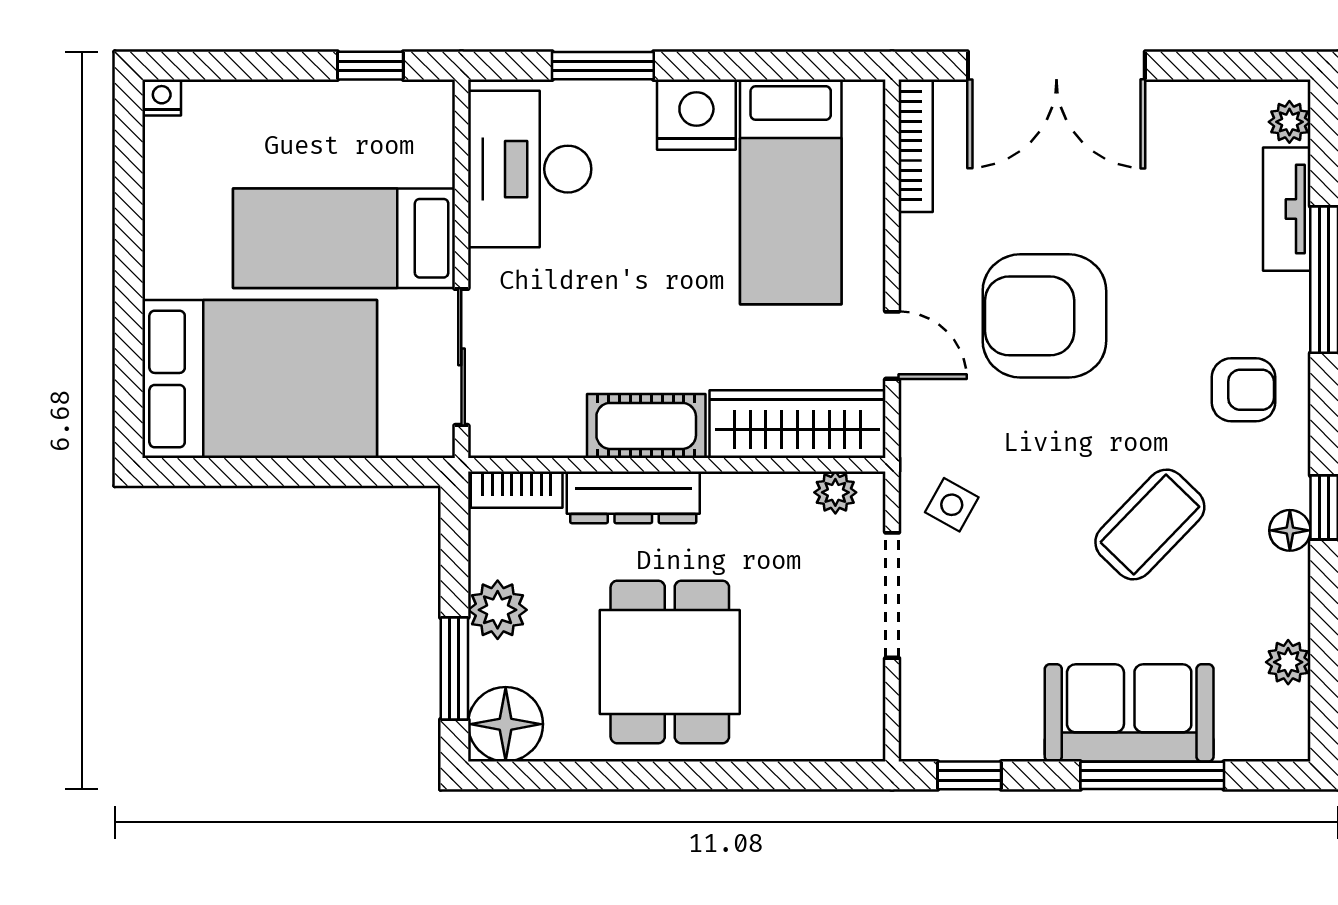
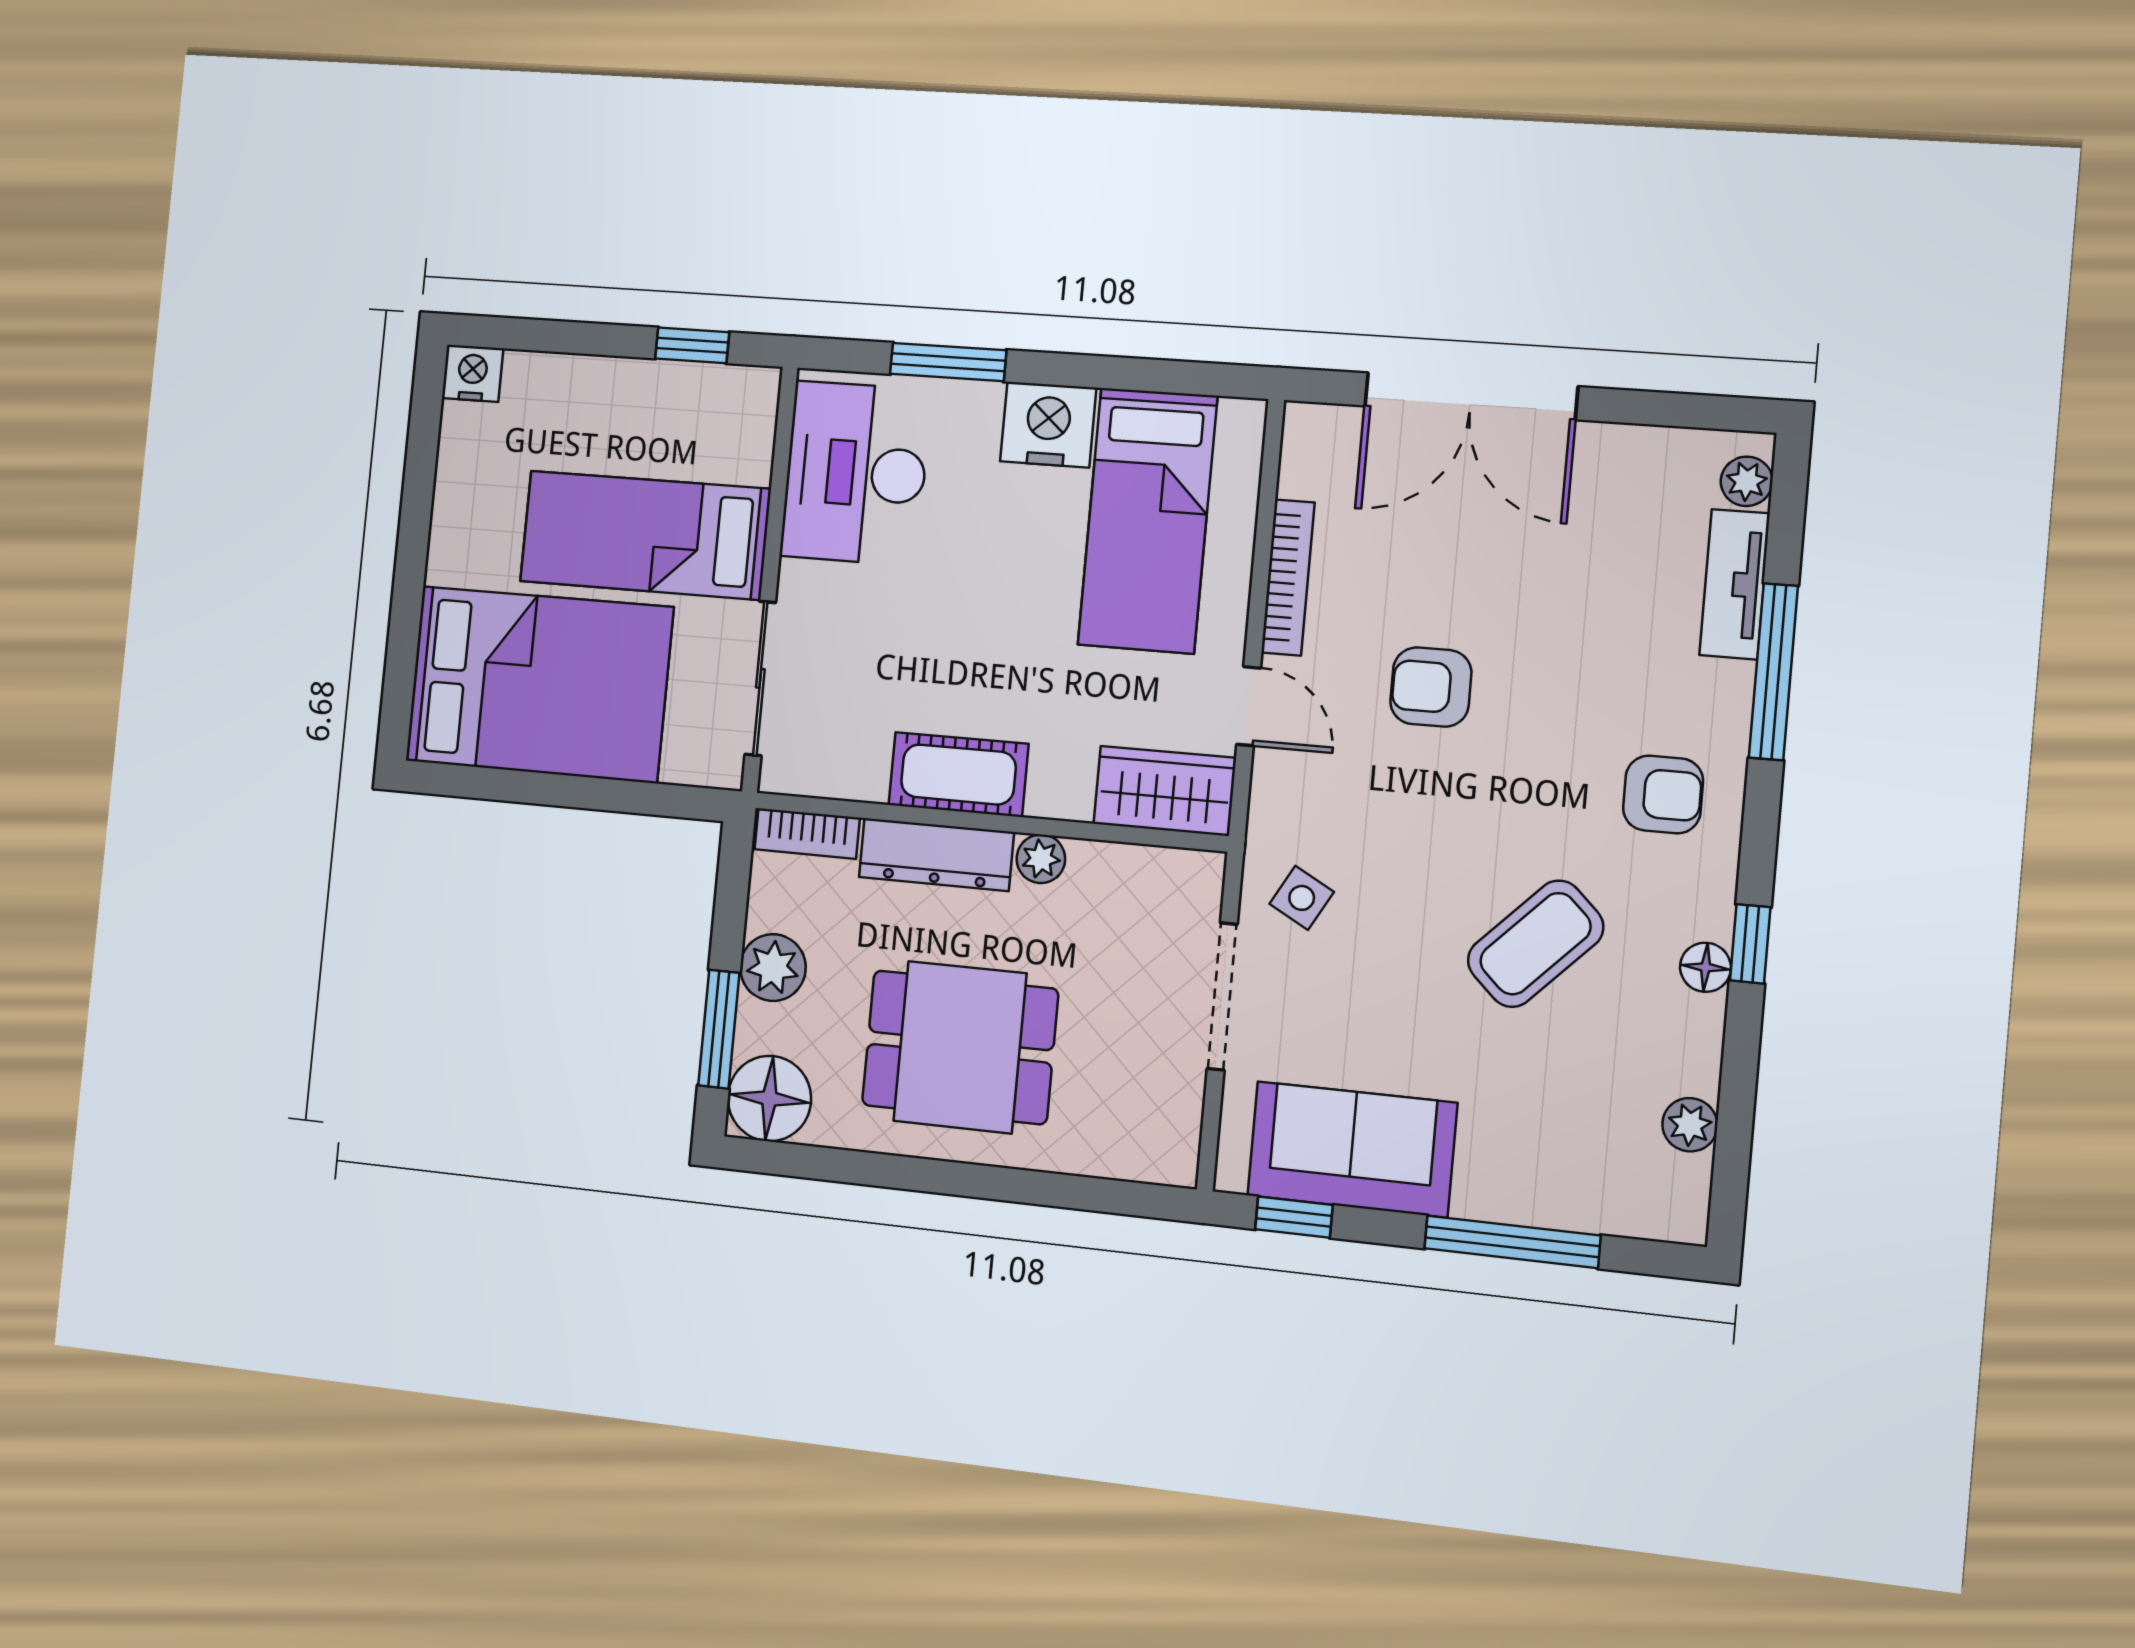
nightstand: (162, 98) -> (473, 373), width x1.39, depth x1.35
bookcase: (916, 146) -> (1288, 578), moved
armchair: (1044, 316) -> (1431, 687), width x0.53, depth x0.53
wardrobe: (798, 424) -> (1165, 791), width x0.67
plant: (835, 492) -> (1041, 859), moved
dining table: (670, 662) -> (960, 1047), turned 90
sofa: (1129, 713) -> (1352, 1149), moved

